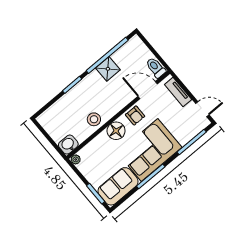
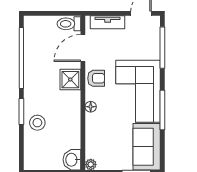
shower: (108, 69) -> (70, 80), moved
stool: (94, 119) -> (37, 123), moved
floor lamp: (116, 131) -> (91, 107), width x0.53, depth x0.53

